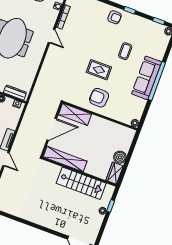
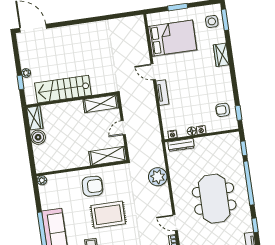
rug: (99, 70) -> (108, 215), width x1.36, depth x1.43
plant: (46, 78) -> (158, 177), added
door: (52, 129) -> (123, 128), width x0.53
shelving: (65, 159) -> (101, 104), width x0.68

